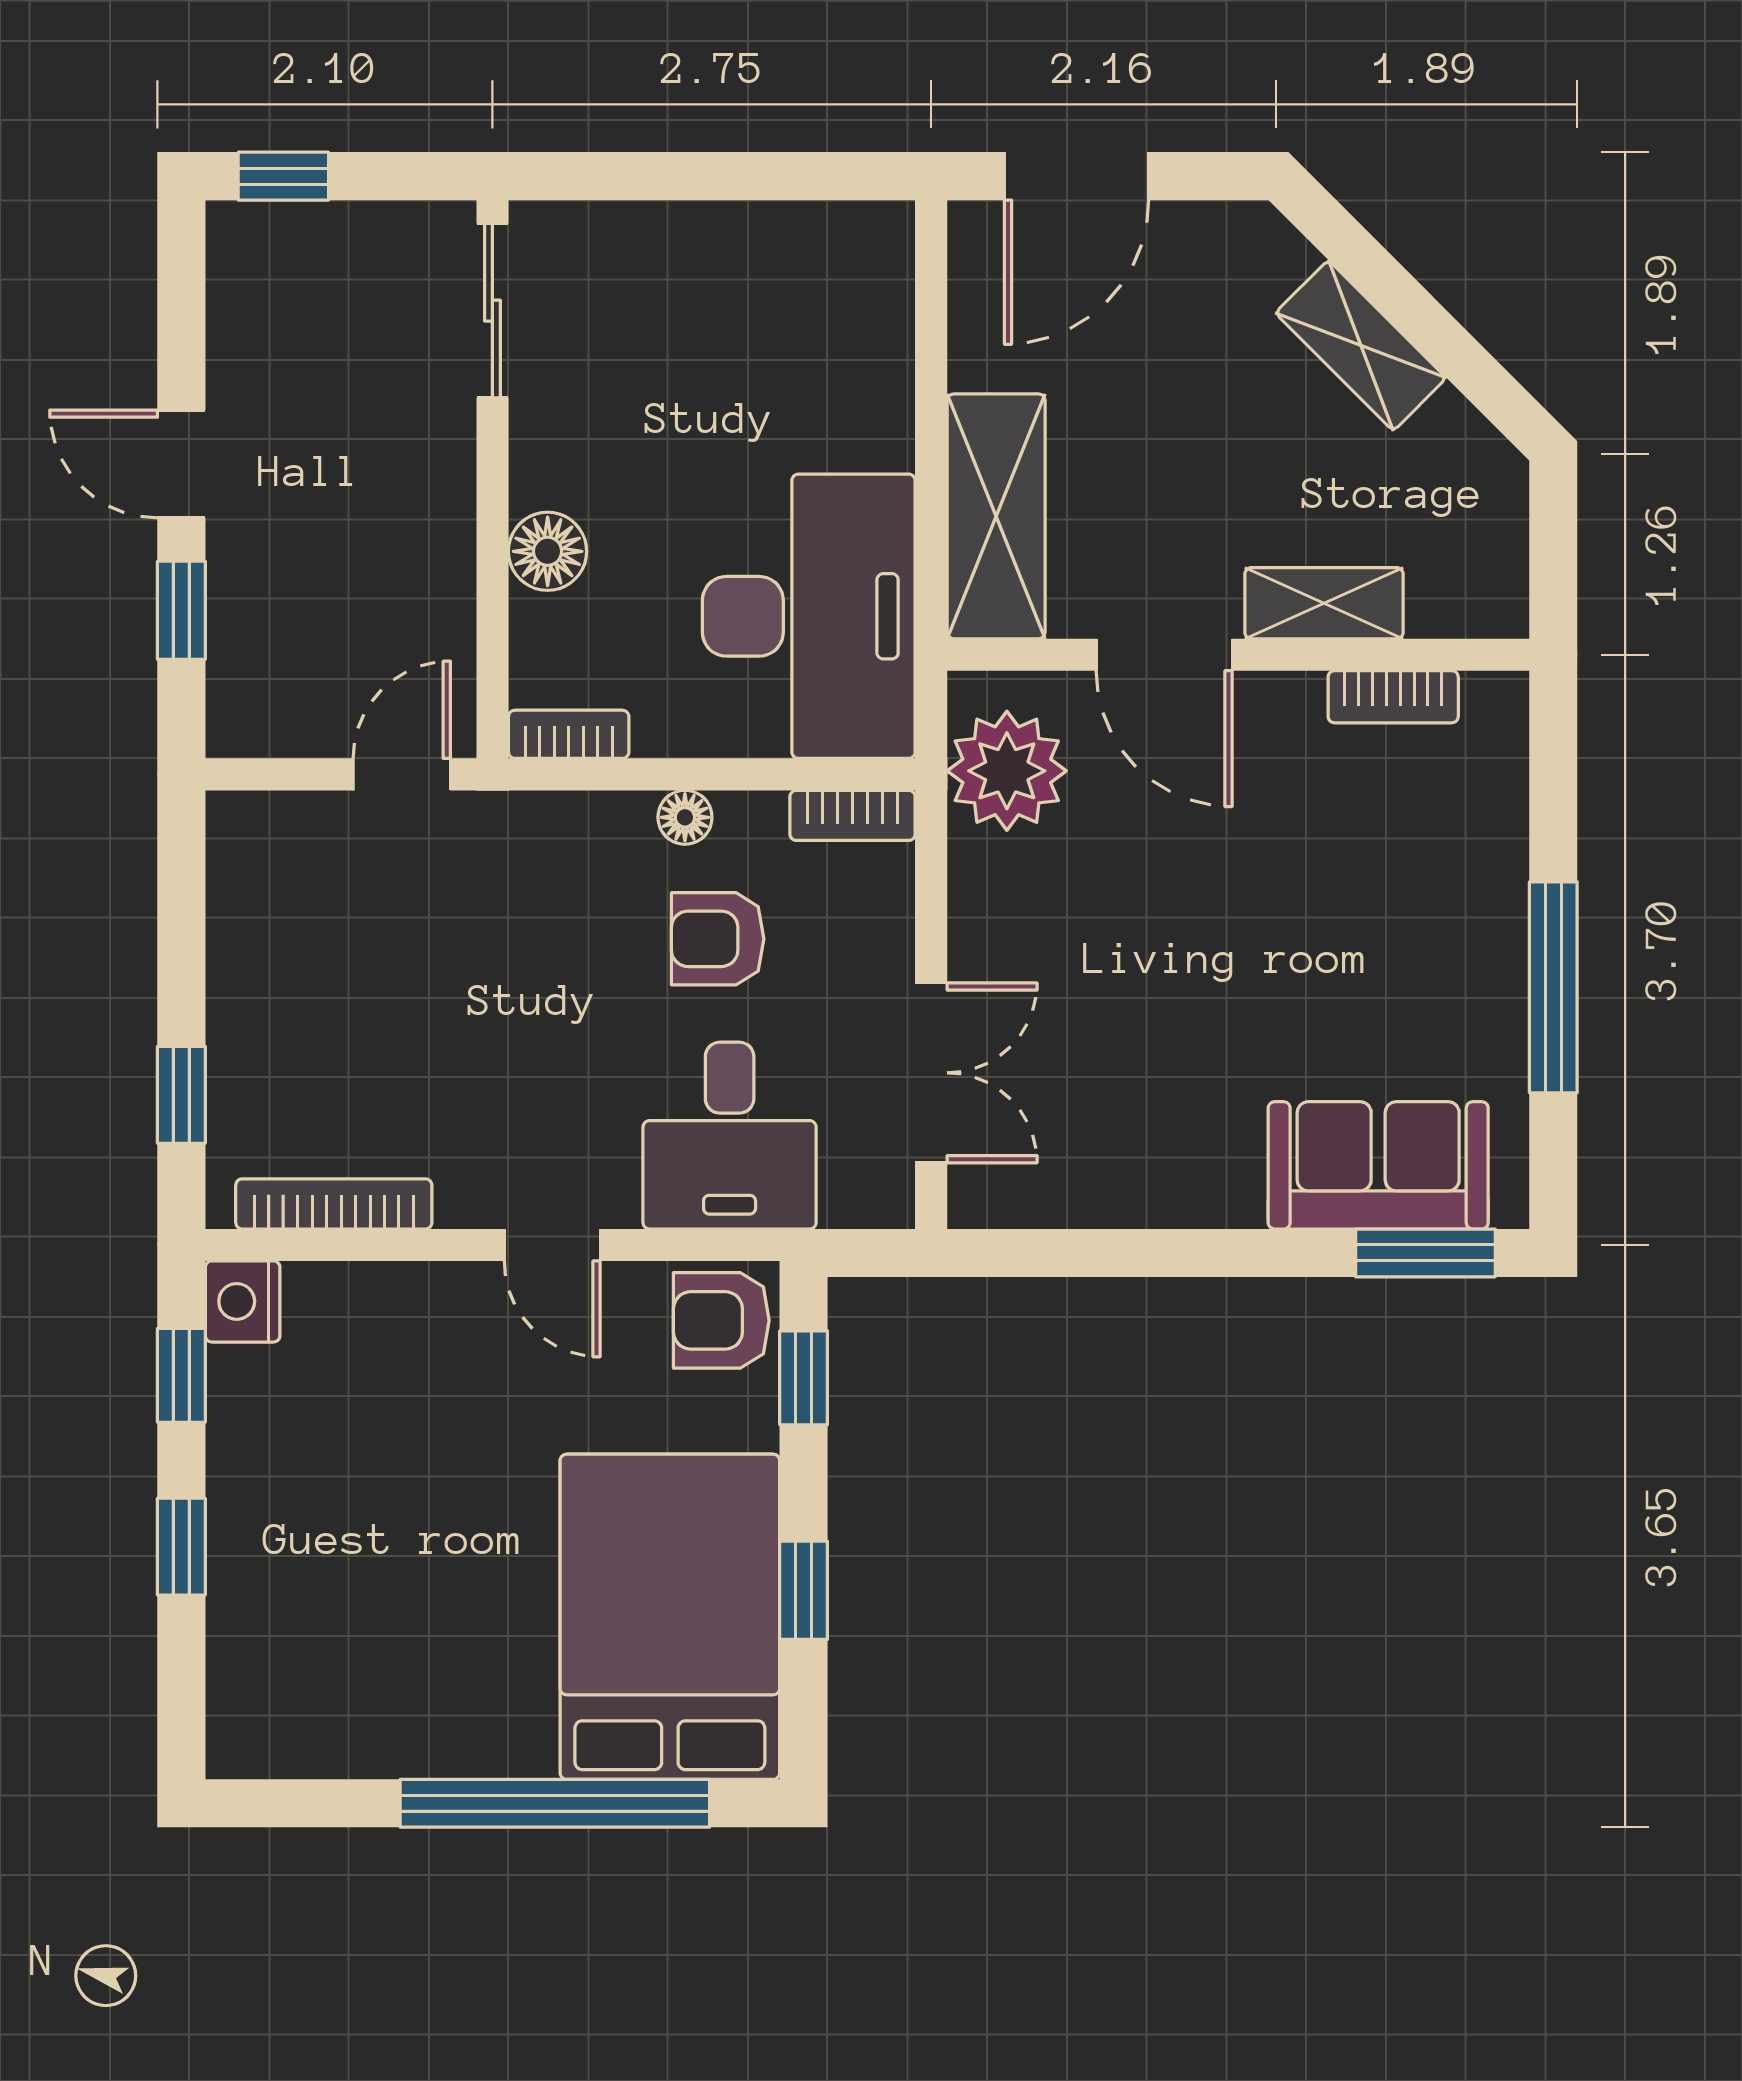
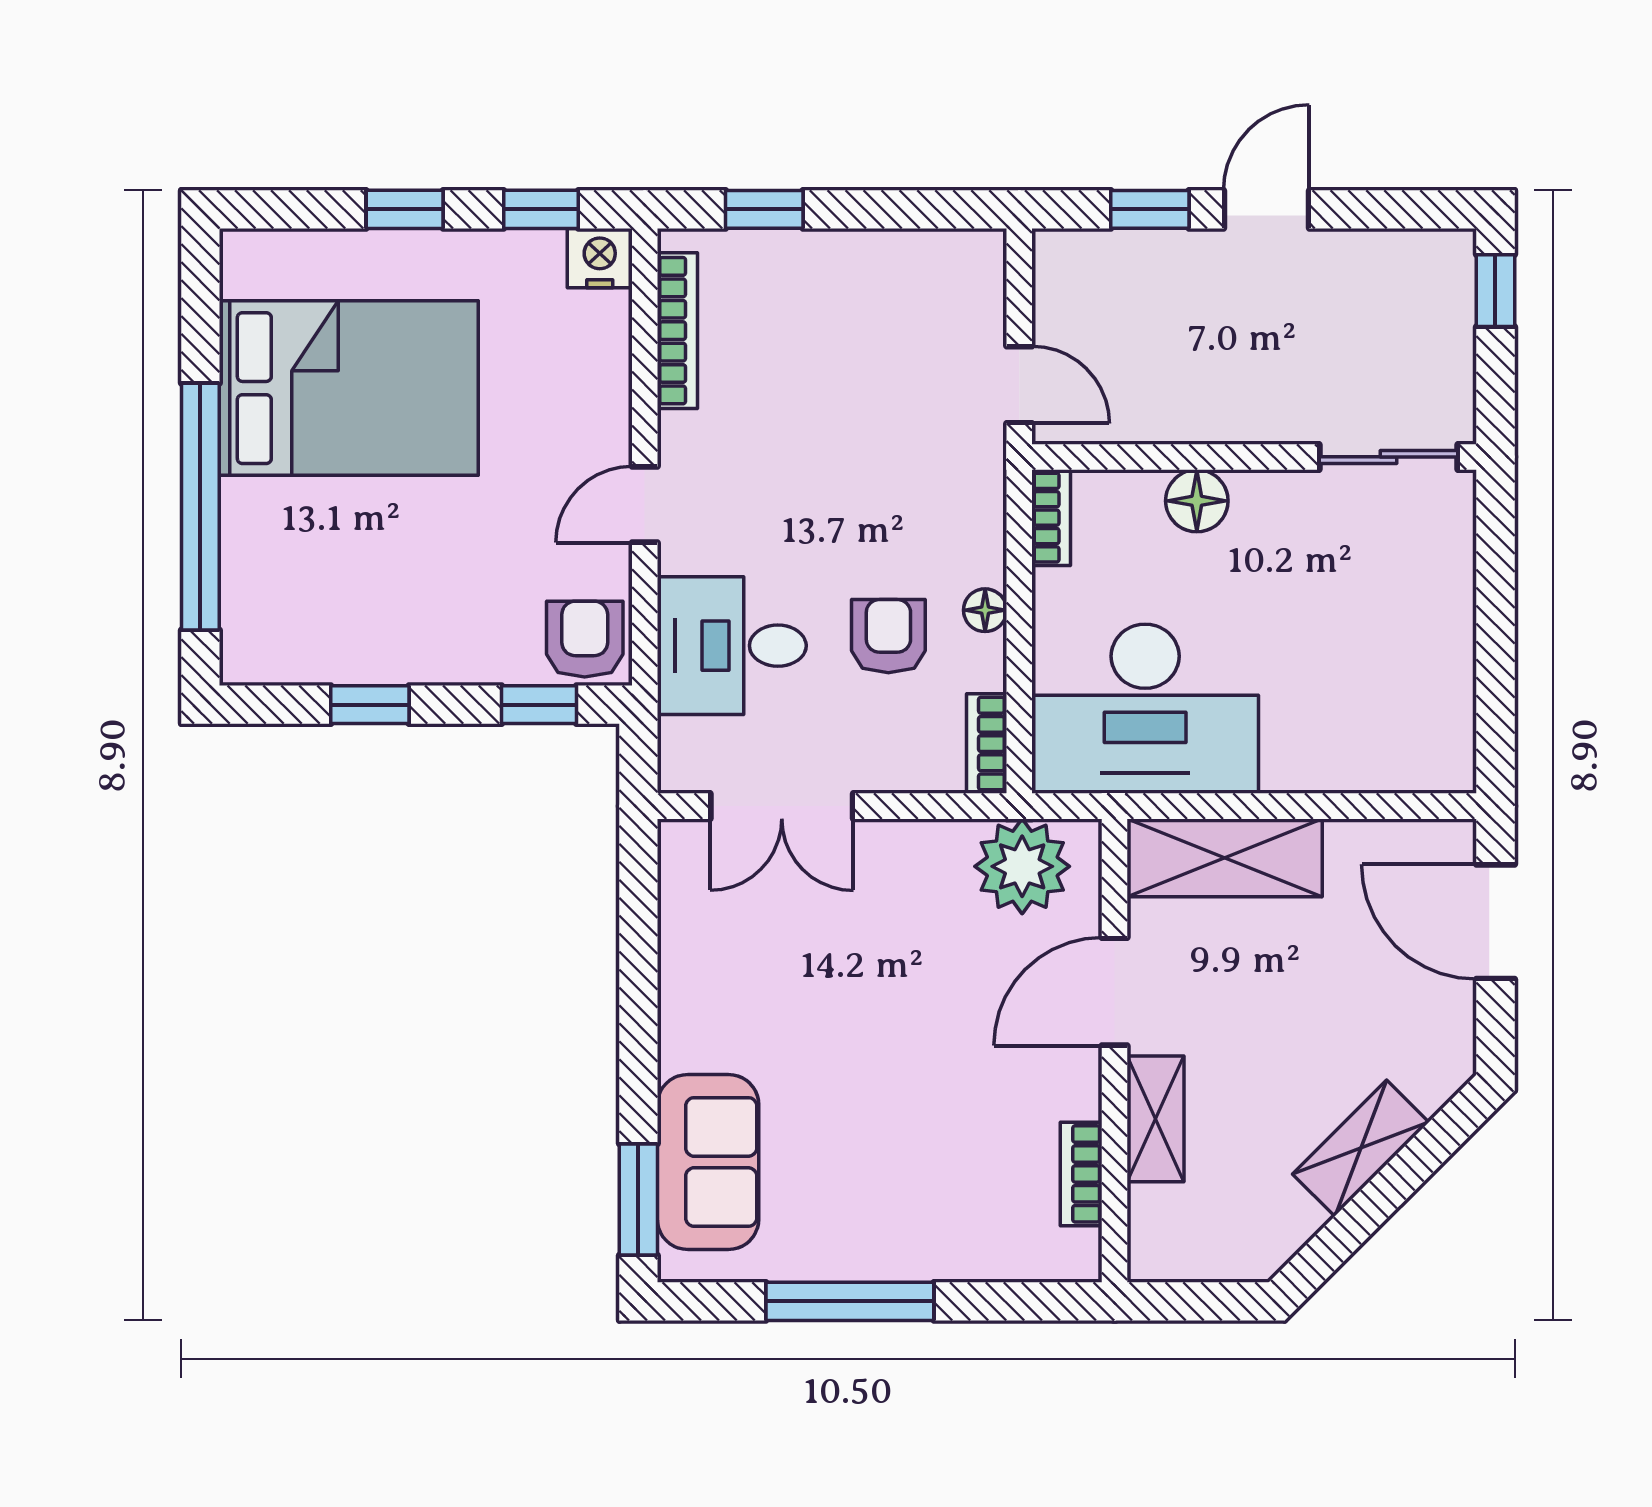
bed: (670, 1617) -> (349, 388), moved

